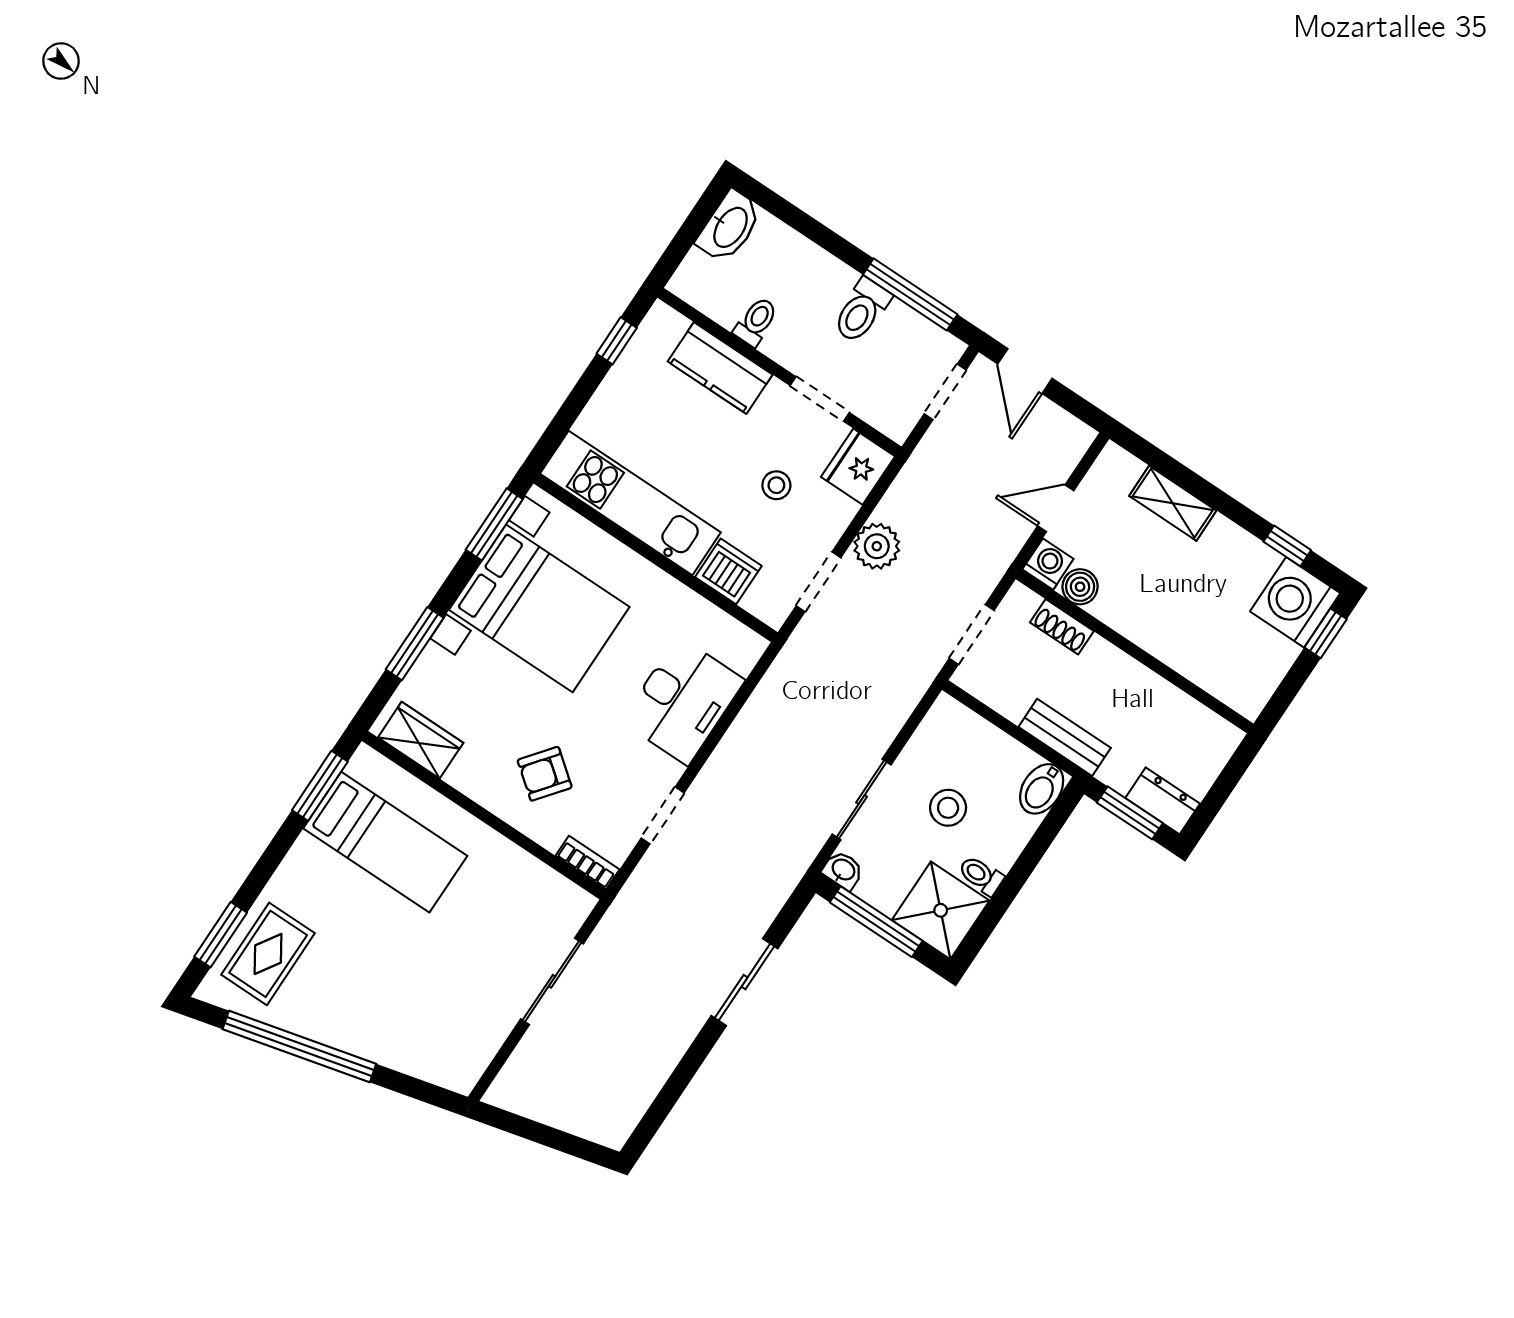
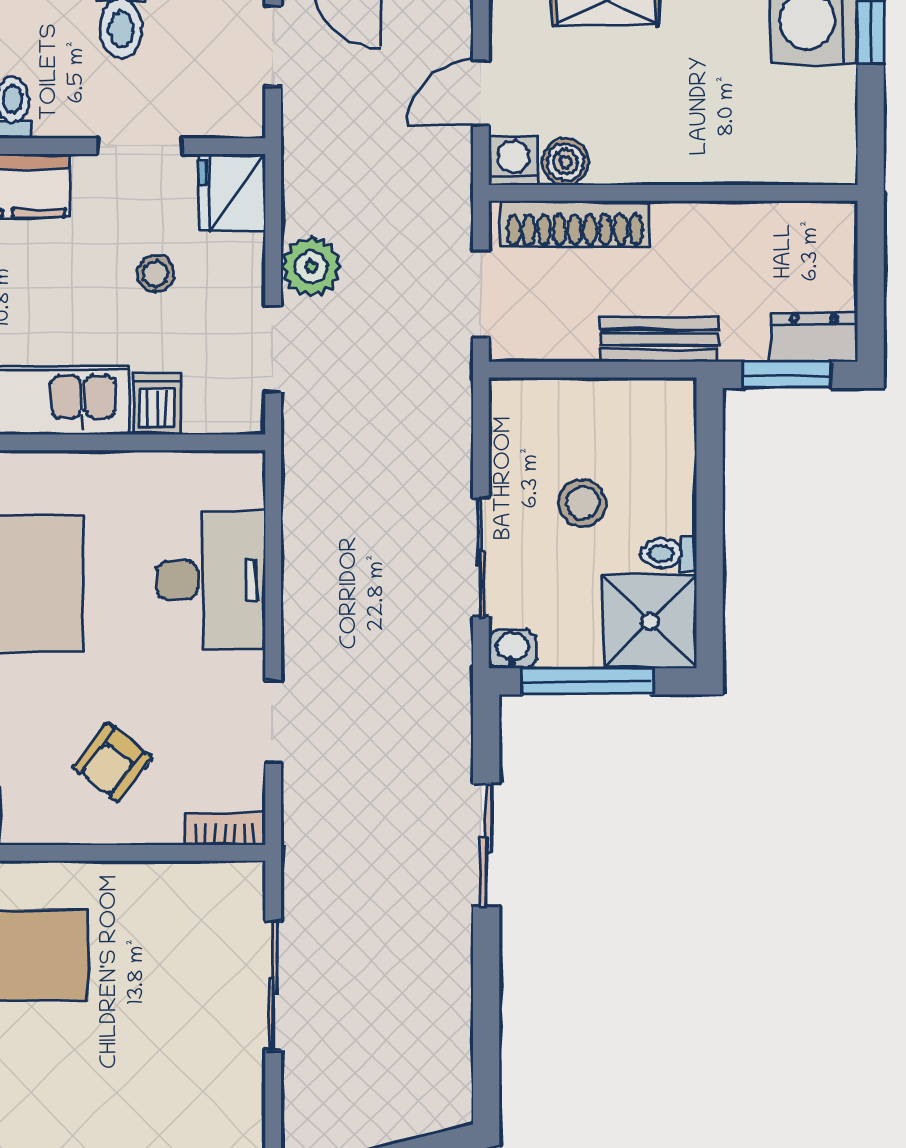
dishwasher: (728, 571) -> (157, 404), width x0.73
shoe rack: (1062, 627) -> (575, 224), width x1.94, depth x1.24
bidet: (1042, 789) -> (672, 413), removed

